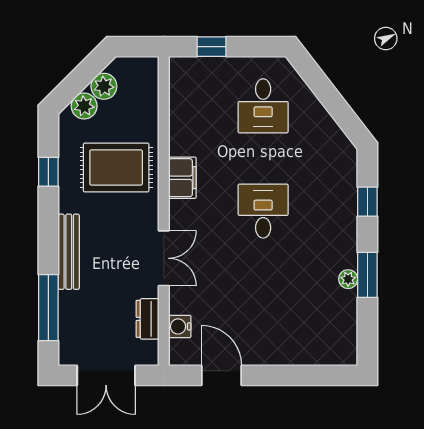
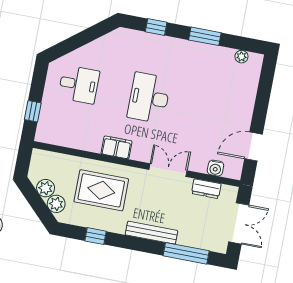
rug: (116, 167) -> (101, 190), turned 90
desk: (263, 211) -> (149, 98), width x1.37
plant: (348, 279) -> (241, 57), moved

